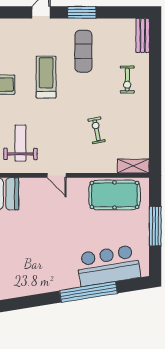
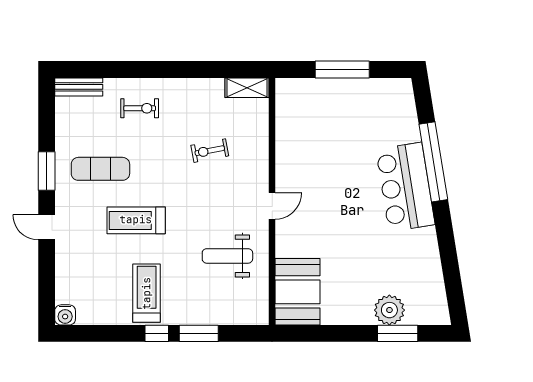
shelving: (133, 166) -> (247, 88), moved, turned 90
pool table: (114, 195) -> (299, 126), removed
bar counter: (108, 266) -> (405, 187), moved

